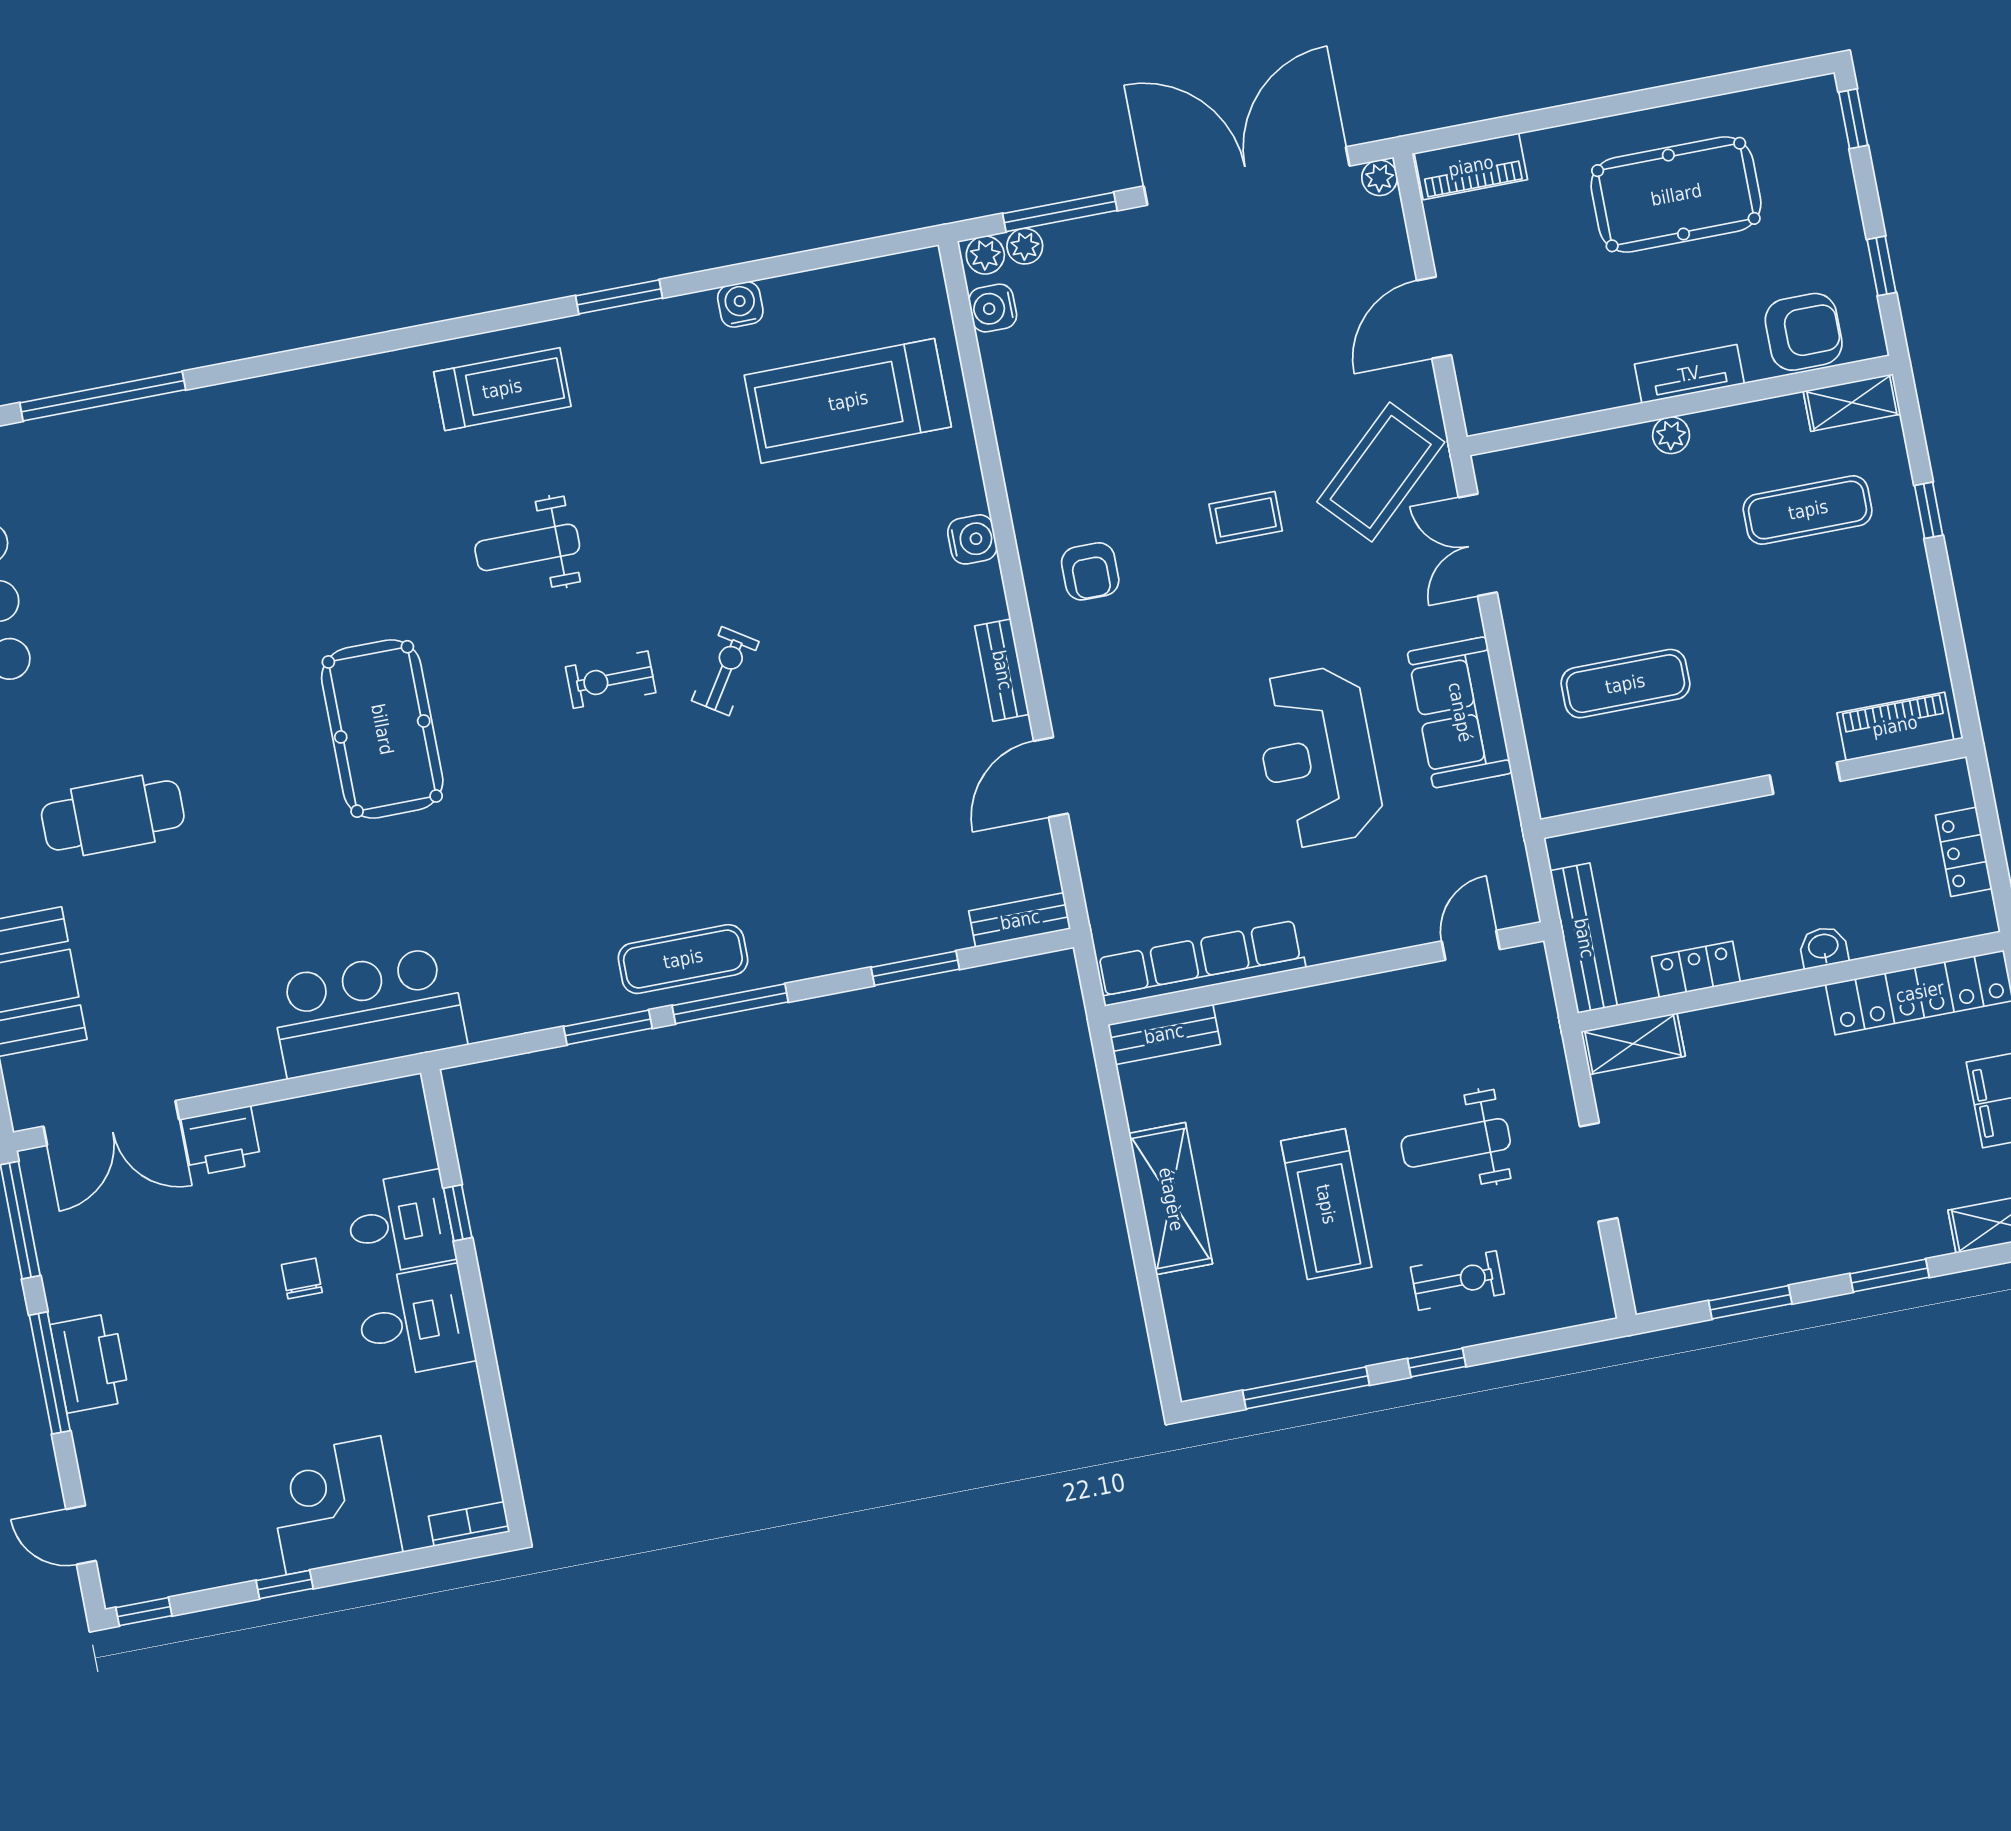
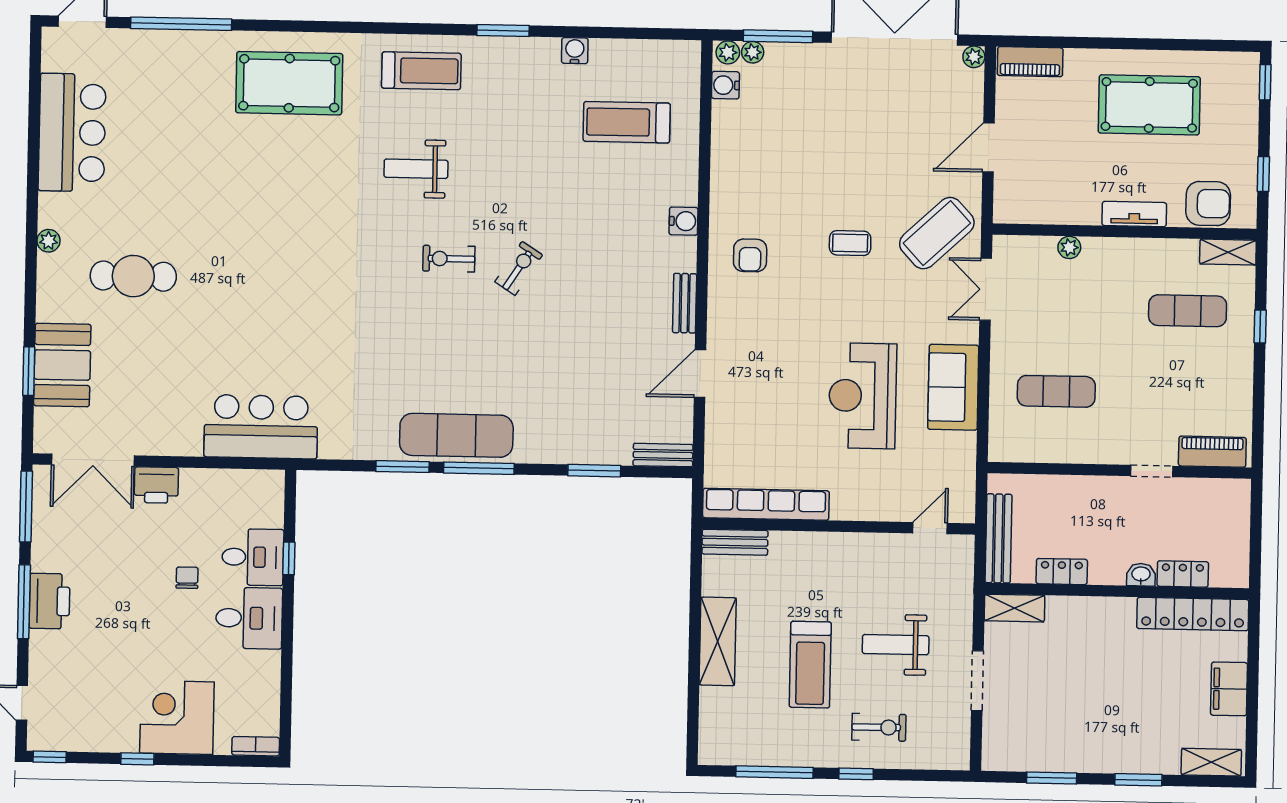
treadmill: (848, 401) -> (627, 122), width x0.73, depth x0.73
plant: (1671, 435) -> (1069, 247), moved
pool table: (382, 729) -> (289, 83), moved, turned 90
locker: (1964, 852) -> (1183, 574), moved, turned 90
exercise mat: (683, 959) -> (456, 435), width x1.36, depth x1.45

